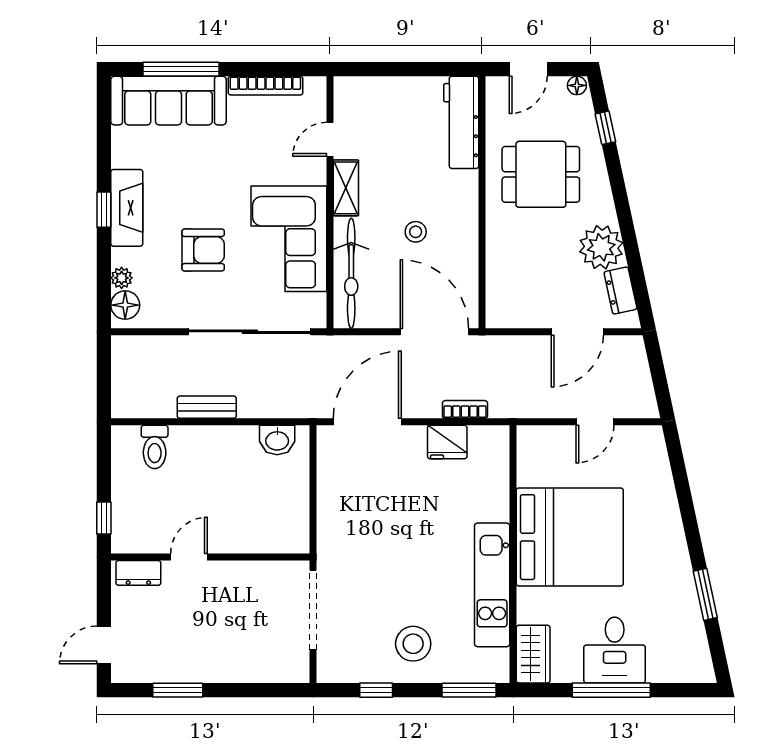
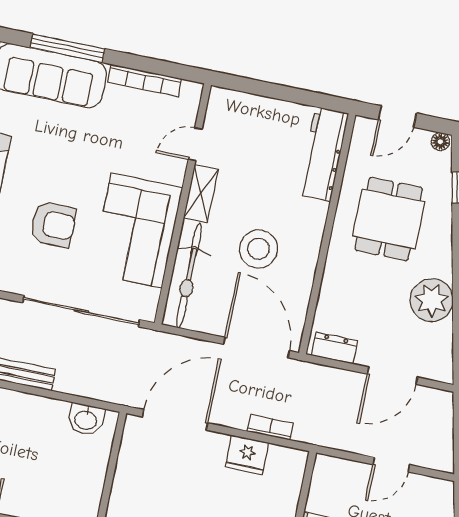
dining table: (541, 174) -> (389, 219), turned 90
stool: (416, 232) -> (258, 249), width x1.89, depth x1.89
dresser: (620, 291) -> (334, 348), moved, turned 102

